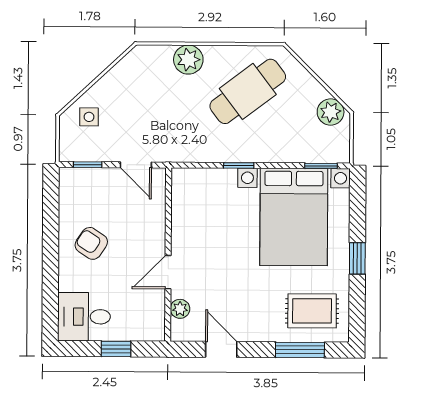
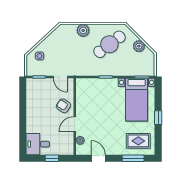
plant: (331, 112) -> (139, 46), moved
bed with nightstands: (294, 217) -> (137, 100), width x0.73
armchair: (91, 243) -> (63, 106), moved

